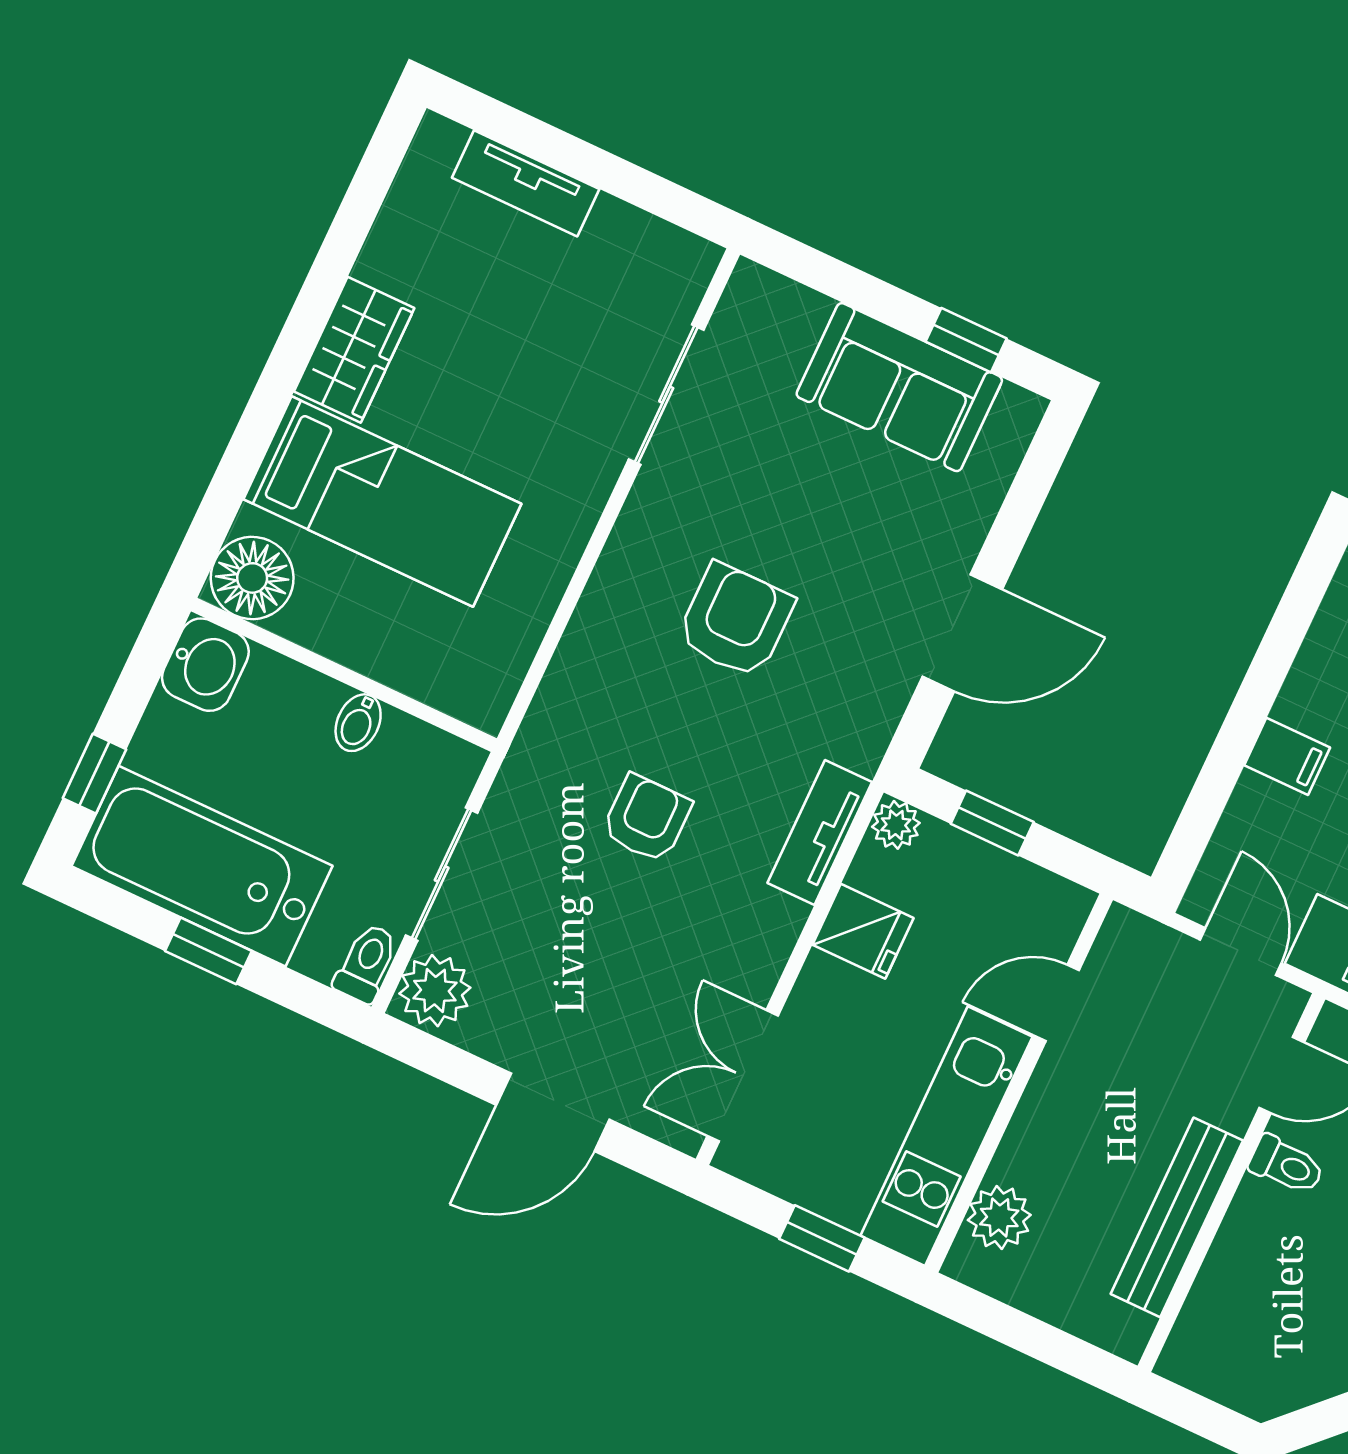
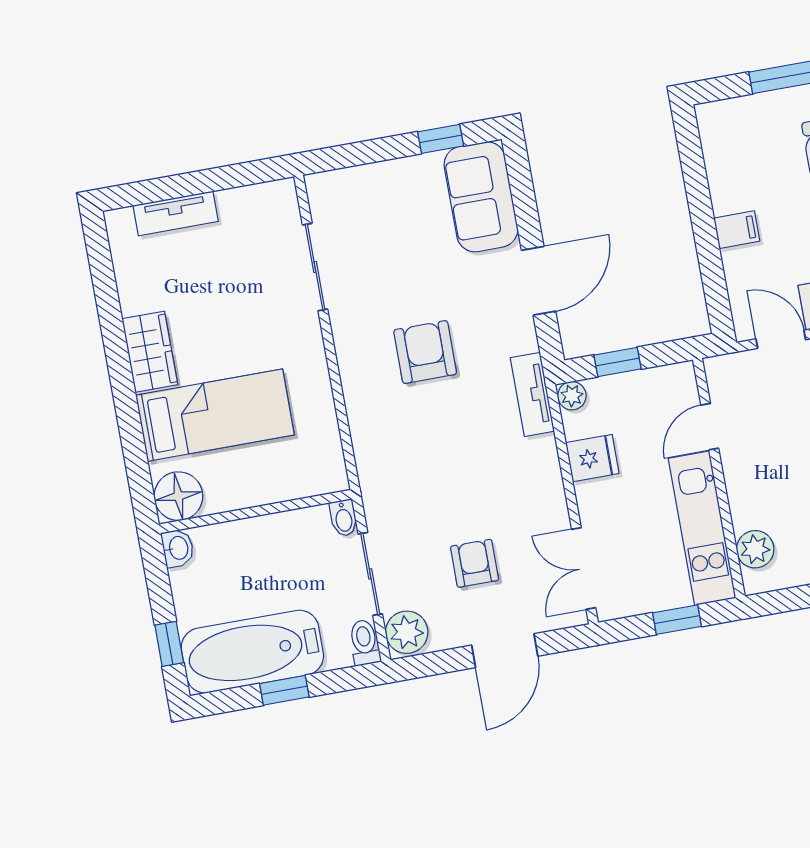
sofa: (899, 387) -> (481, 197), moved, turned 90
washbasin: (205, 665) -> (178, 548), width x0.72, depth x0.69
bidet: (358, 723) -> (344, 518), moved
armchair: (647, 818) -> (475, 563), moved
tv unit: (820, 832) -> (532, 394), moved

